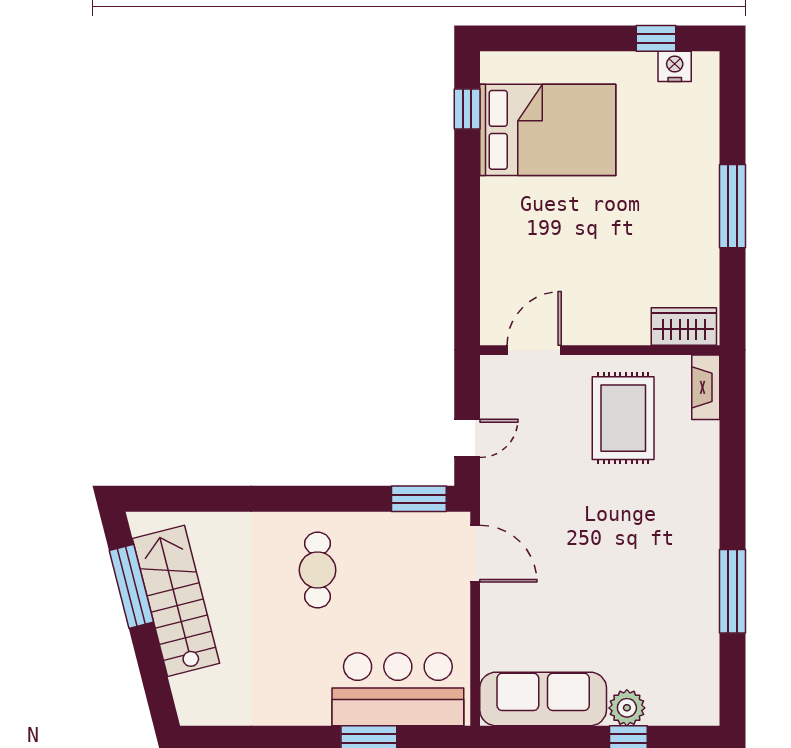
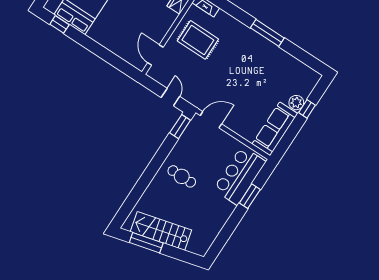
window: (732, 591) -> (267, 33), moved

